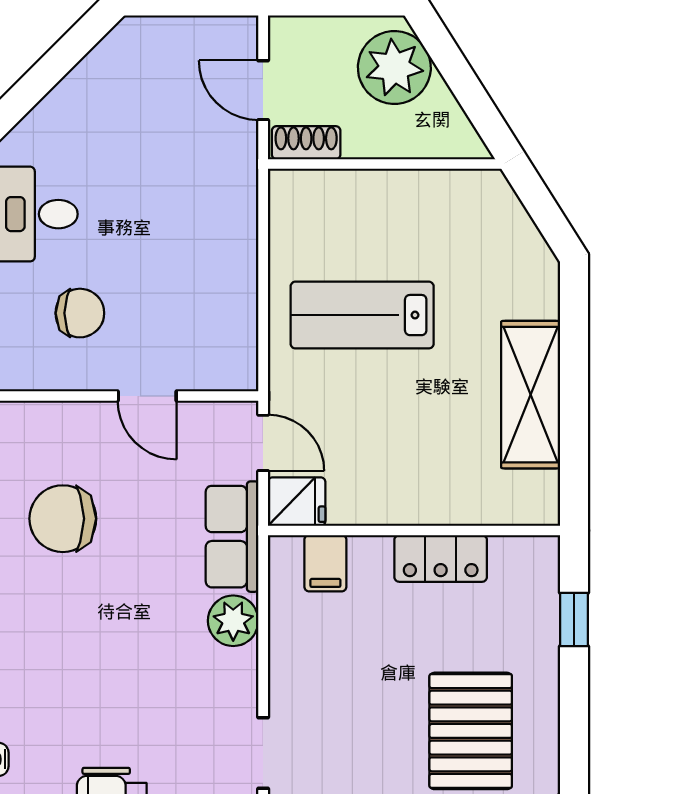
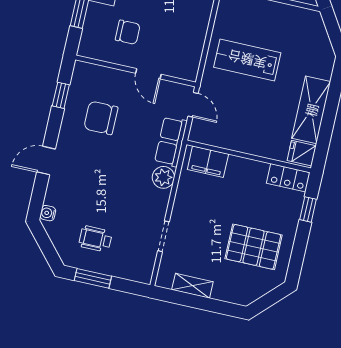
fridge: (297, 502) -> (302, 153), moved, turned 180
locker: (441, 558) -> (288, 178), moved
filing cabinet: (325, 563) -> (208, 162), width x2.00
pallet: (471, 731) -> (254, 247), turned 90

